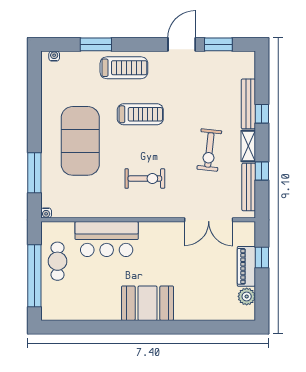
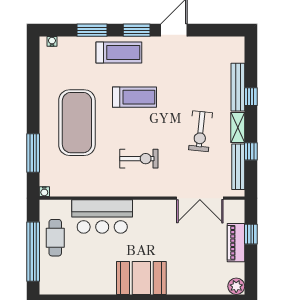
window: (218, 44) -> (137, 30), moved
plant: (247, 296) -> (236, 286), moved

